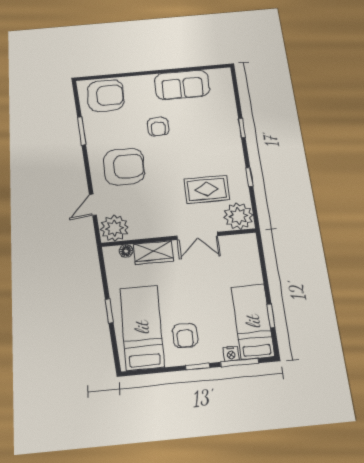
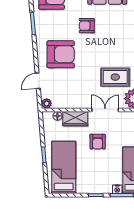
armchair: (158, 127) -> (87, 26), turned 90
plant: (114, 228) -> (47, 103), width x0.53, depth x0.53
double door: (197, 236) -> (105, 110), swing flipped
armchair: (185, 335) -> (98, 142), moved

